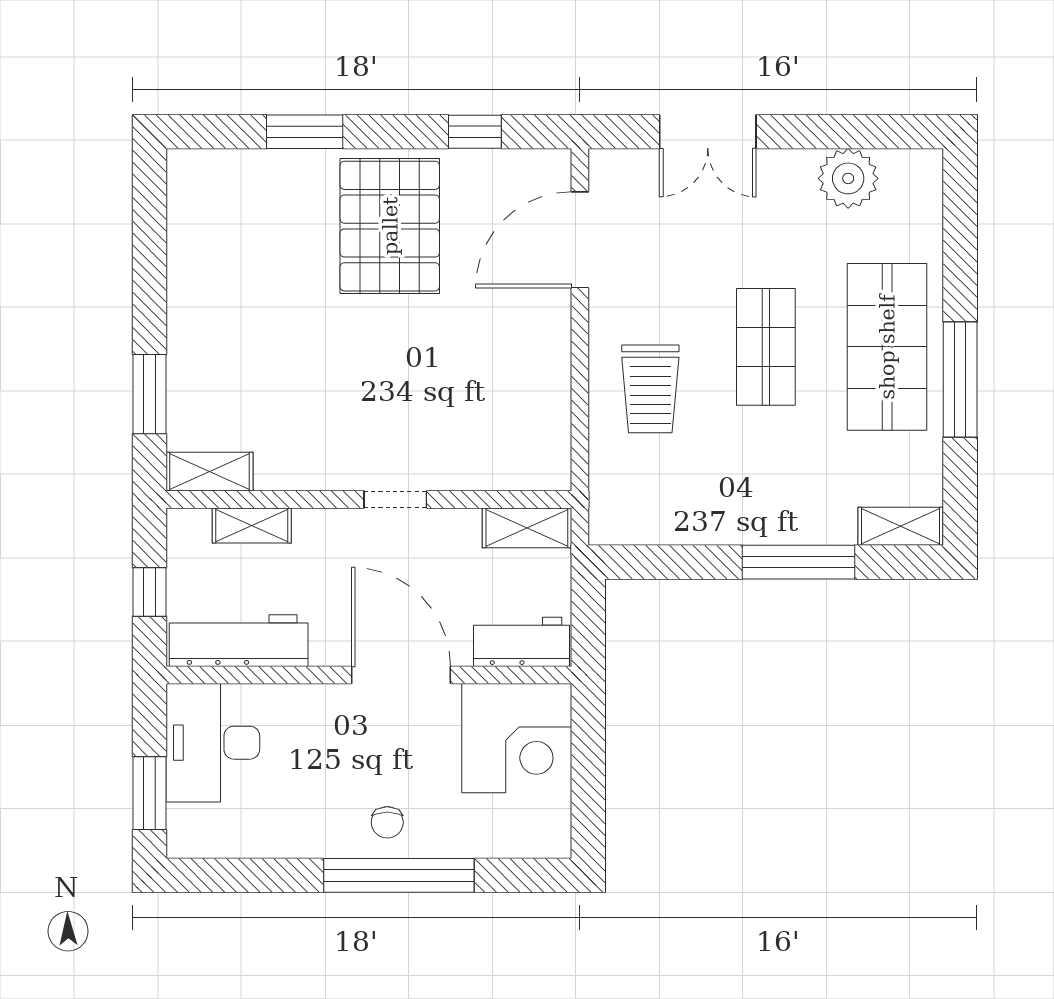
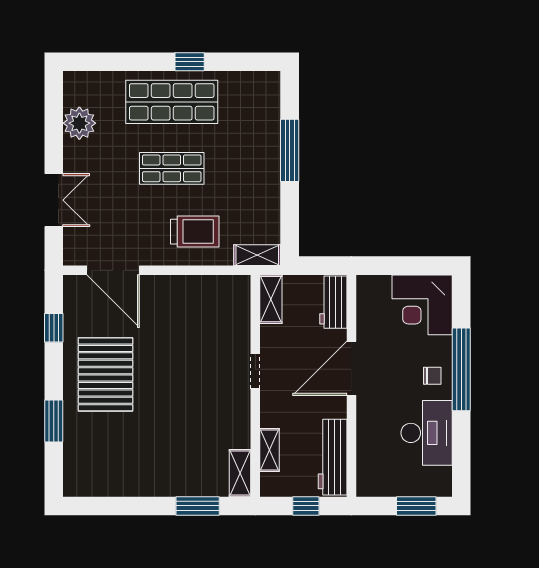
pallet: (390, 226) -> (105, 374), turned 90
window: (960, 380) -> (190, 62), width x0.46
shelving: (900, 526) -> (257, 255), moved, turned 90
corner desk: (517, 738) -> (422, 305), moved, turned 180
desk: (213, 743) -> (427, 433), moved, turned -90

